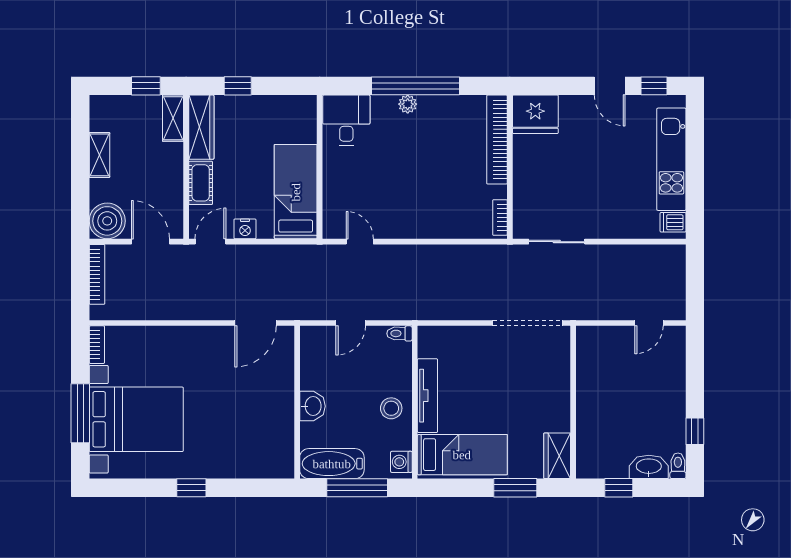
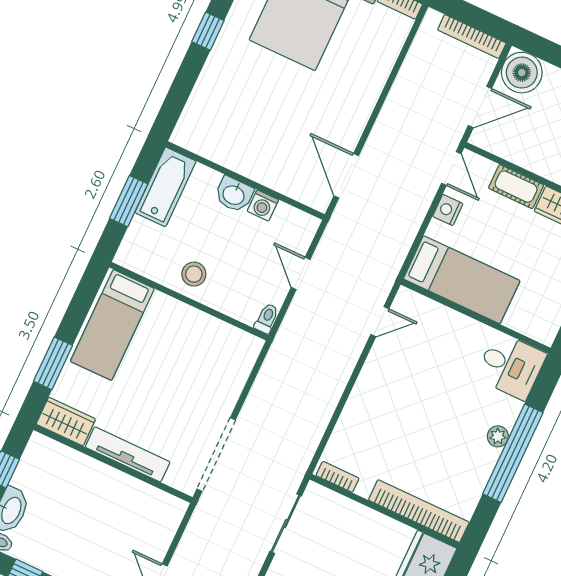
tv unit: (427, 396) -> (128, 454), moved, turned 180
washing machine: (401, 462) -> (263, 205), moved, turned 180
window: (357, 488) -> (129, 201), width x0.69

